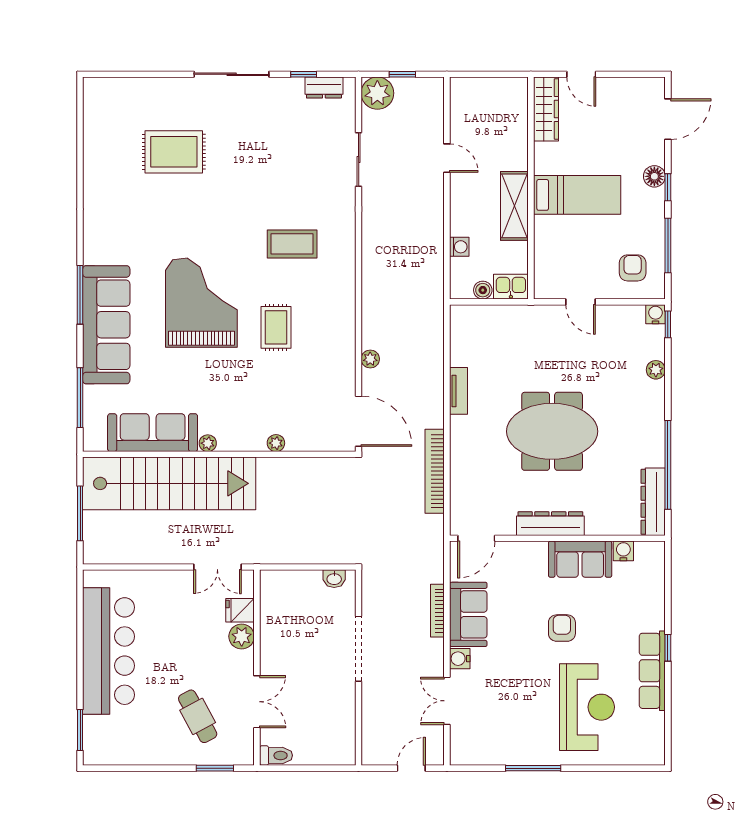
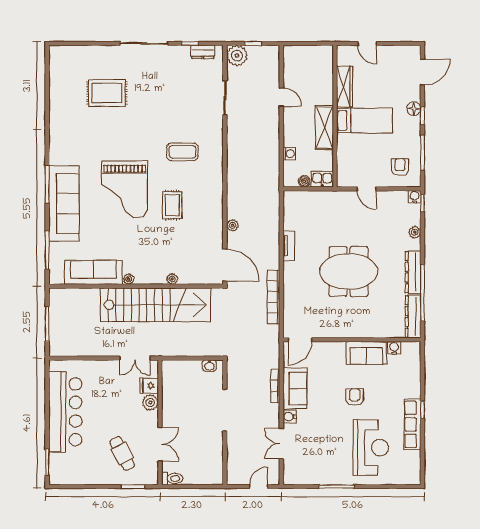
wardrobe: (546, 109) -> (345, 86), moved
grand piano: (201, 303) -> (125, 189), turned 180
stairs: (169, 483) -> (156, 305), moved
dresser: (550, 524) -> (413, 272), moved, turned -90

